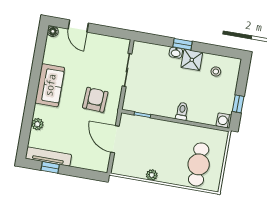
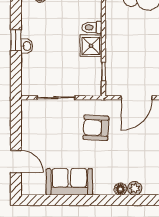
door: (78, 26) -> (16, 161), hinge flipped
floor lamp: (53, 31) -> (120, 189), moved
shower: (192, 60) -> (91, 46), moved
sofa: (50, 85) -> (69, 182), moved

